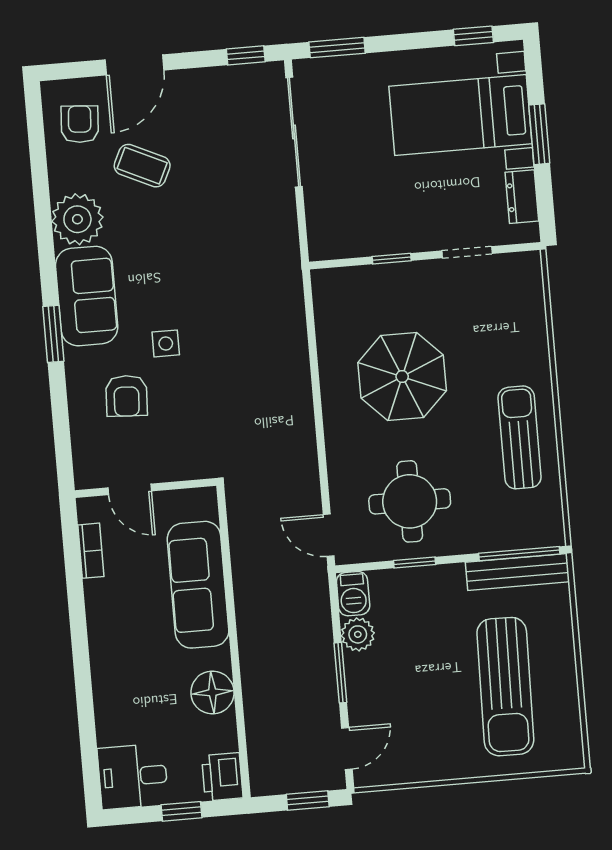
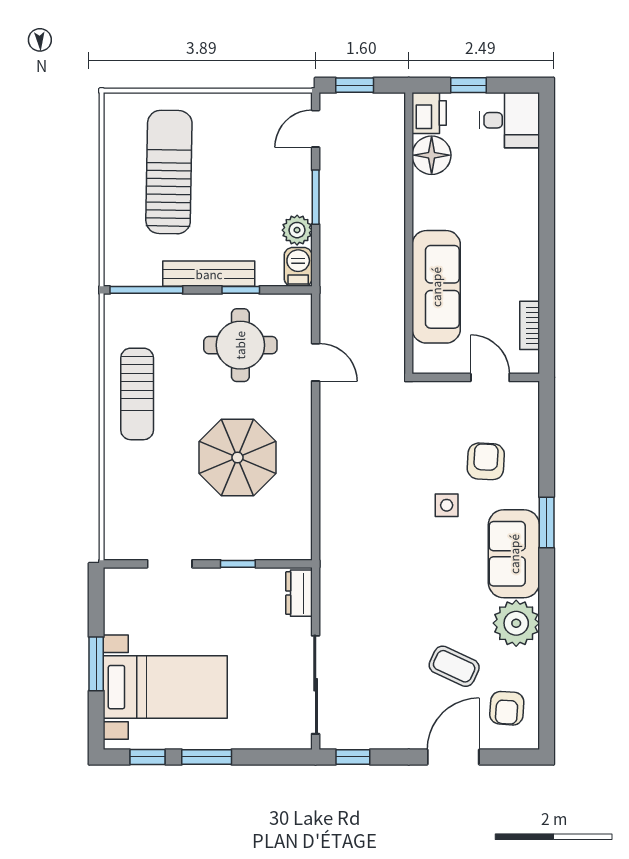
window: (337, 48) -> (207, 757), moved
dresser: (522, 197) -> (299, 593), moved, turned 180
door: (329, 535) -> (316, 362), moved
bench: (517, 572) -> (209, 274), moved
floor lamp: (212, 692) -> (432, 155), moved

